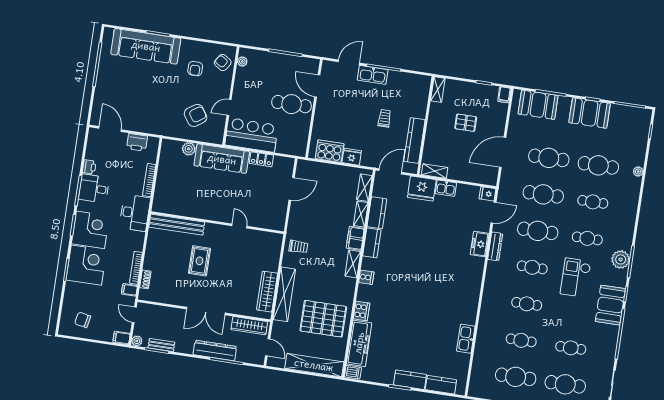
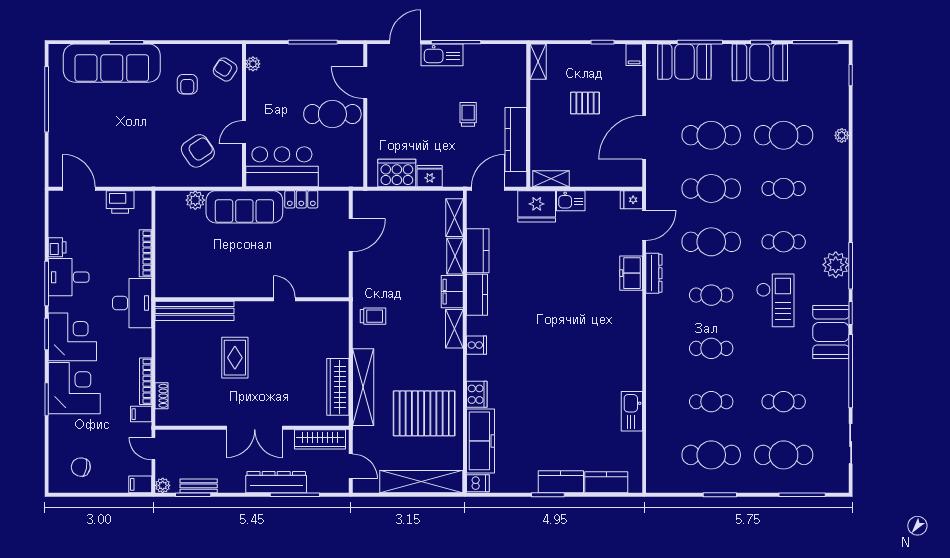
checkout: (576, 278) -> (775, 300), turned 180

